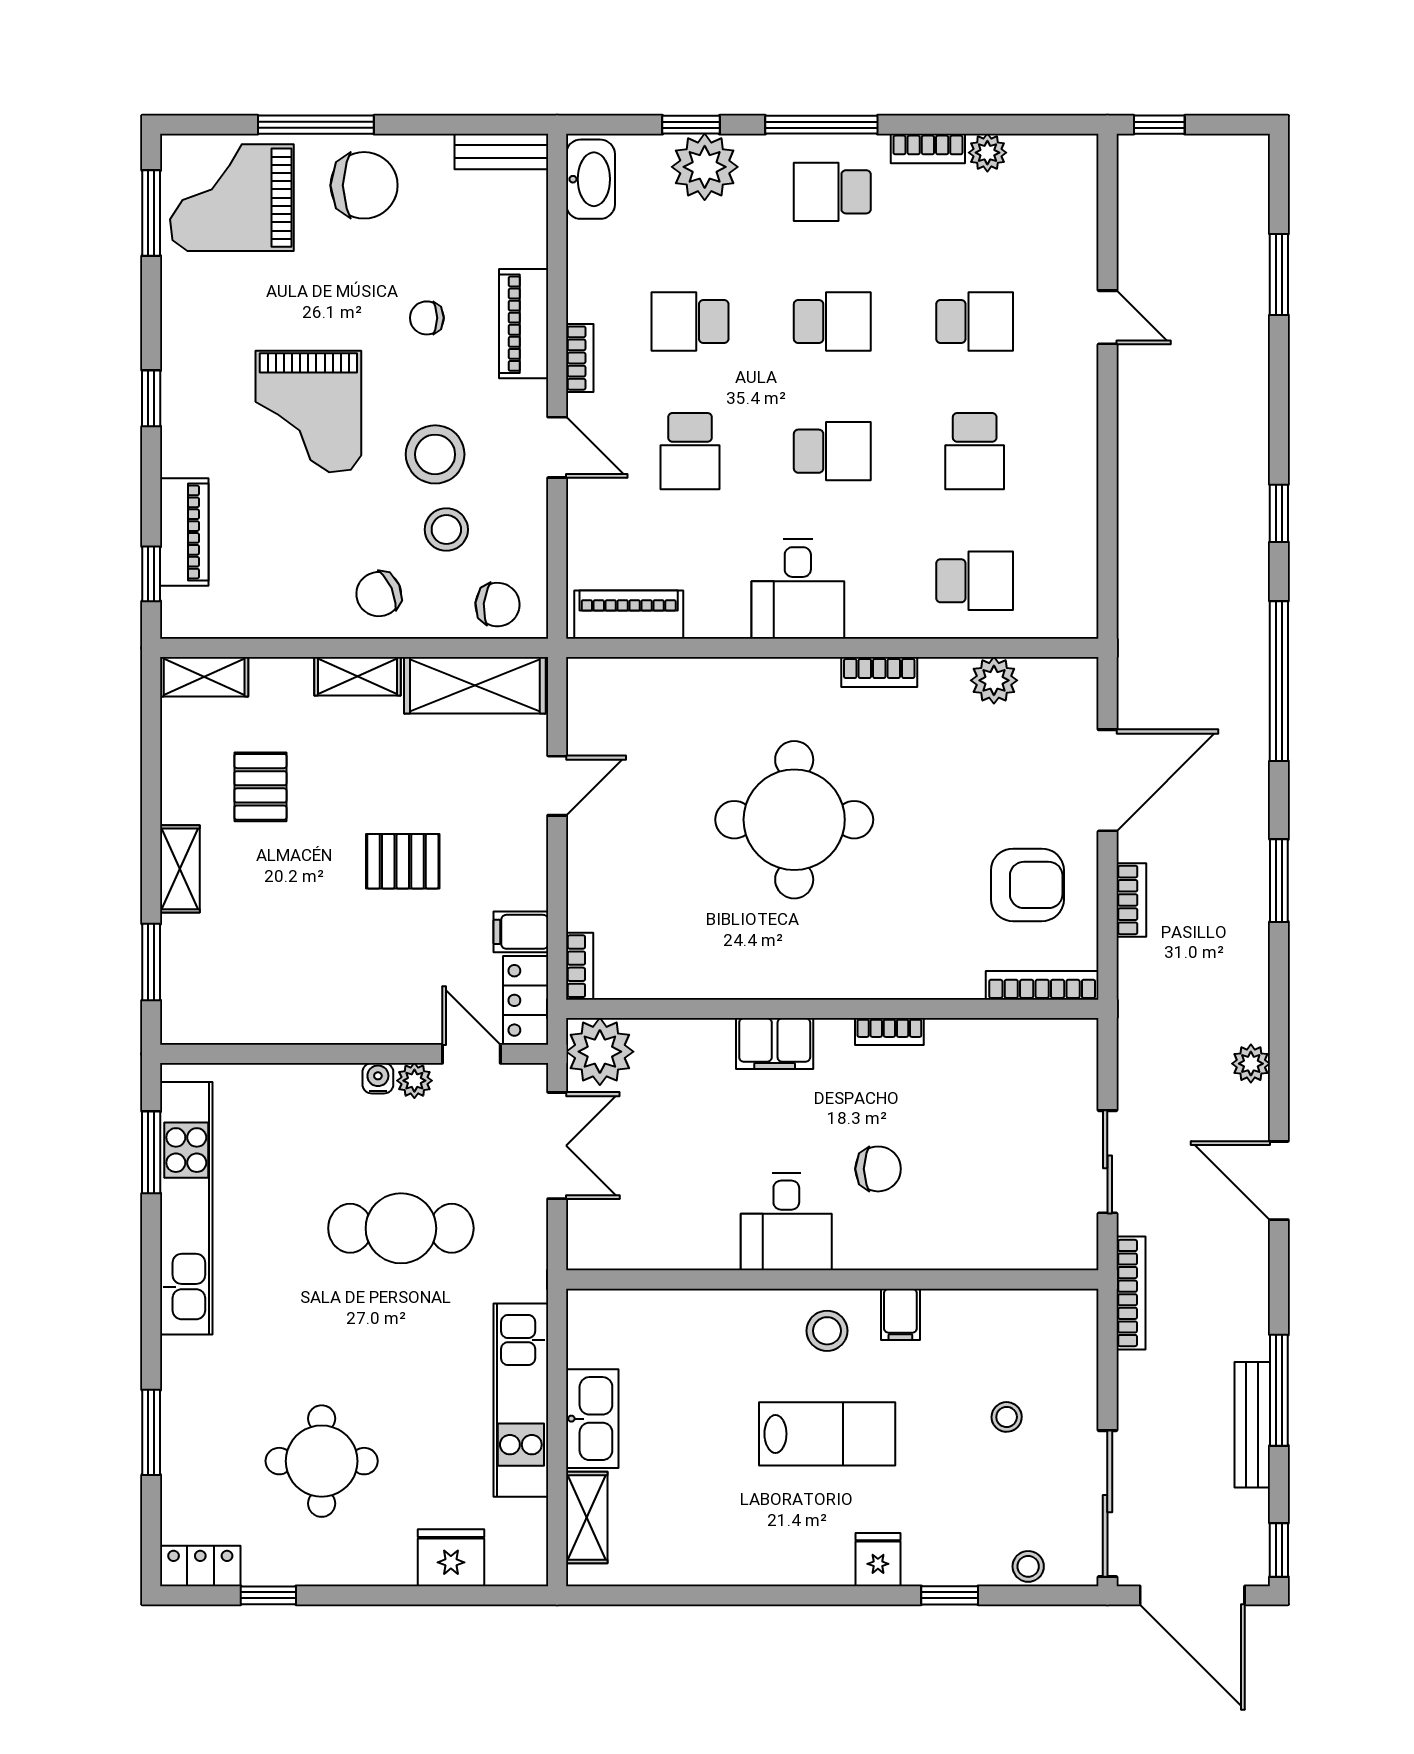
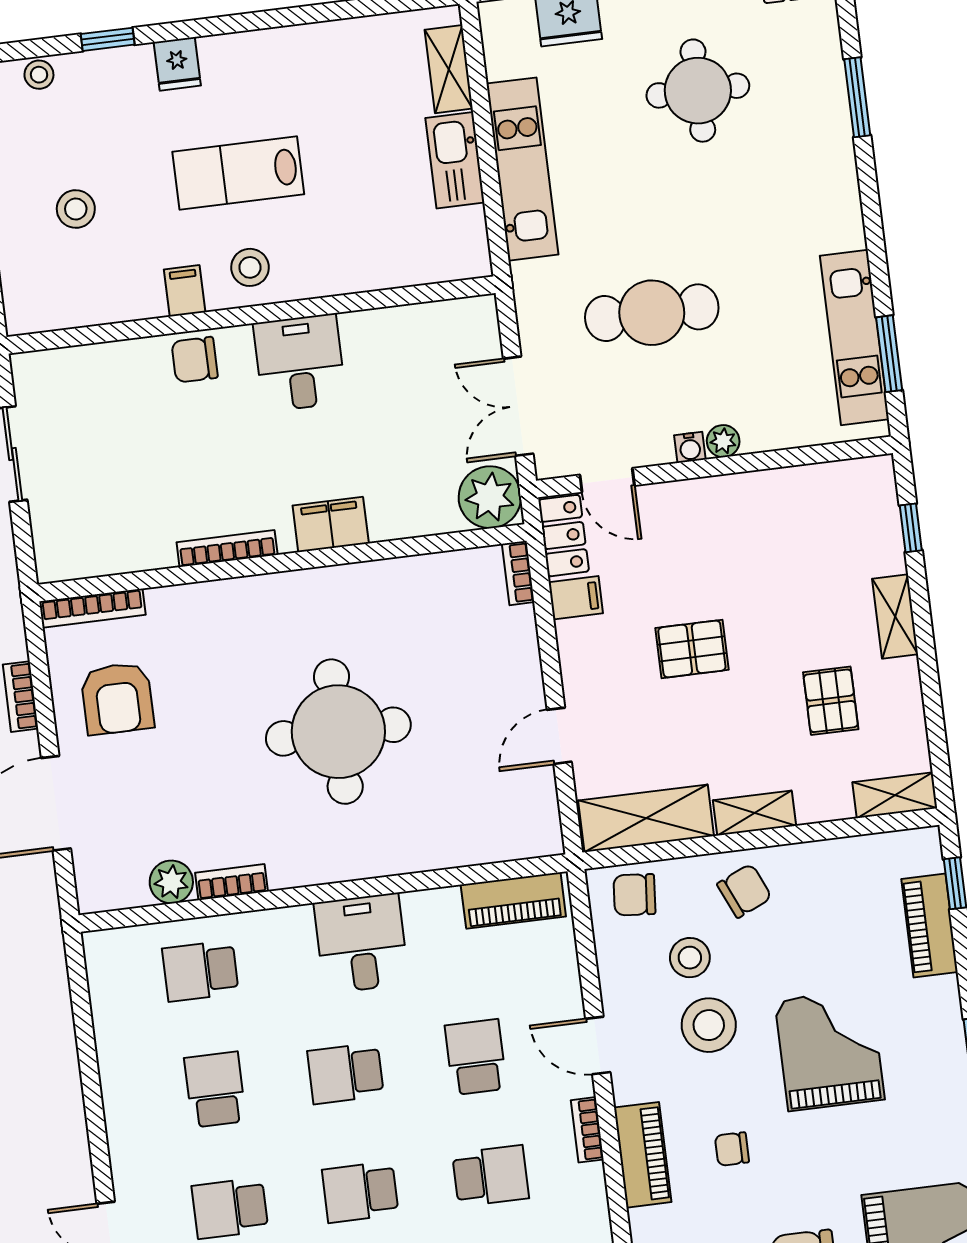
chair: (427, 318) -> (732, 1149), turned 180
bookcase: (879, 672) -> (232, 882), moved
armchair: (1027, 885) -> (117, 698), turned -90
window: (151, 962) -> (911, 528), width x0.67
bookcase: (889, 1032) -> (227, 548), width x1.56
plant: (414, 1081) -> (723, 441), moved
chair: (878, 1169) -> (195, 360), moved
kitchen unit: (186, 1208) -> (854, 337), width x0.73
stool: (1007, 1417) -> (76, 209), width x1.37, depth x1.37

